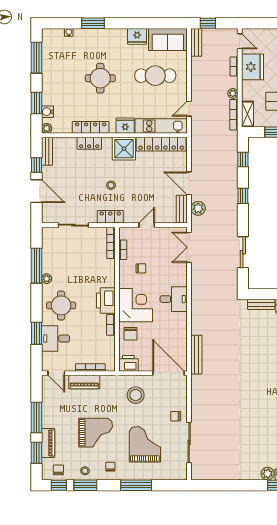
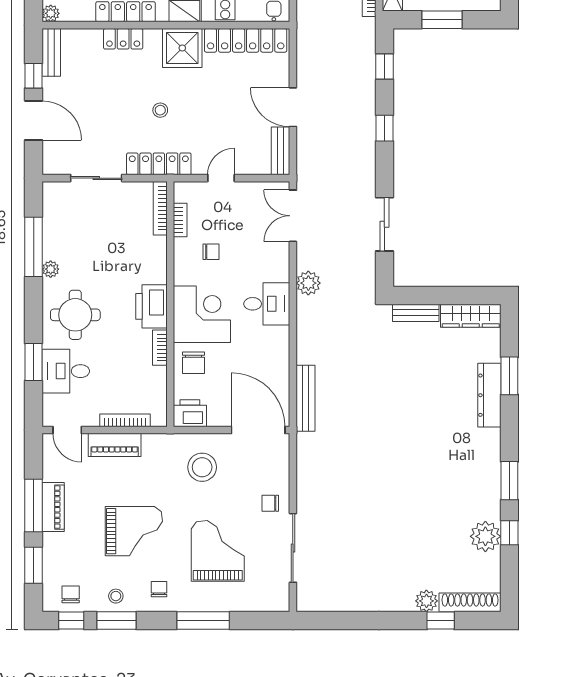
plant: (198, 208) -> (308, 283), moved
locker: (110, 217) -> (159, 164), width x1.53
piano: (48, 443) -> (53, 507), moved

